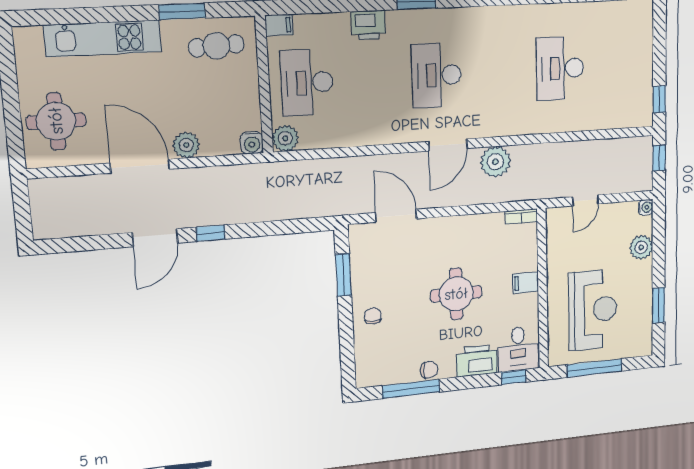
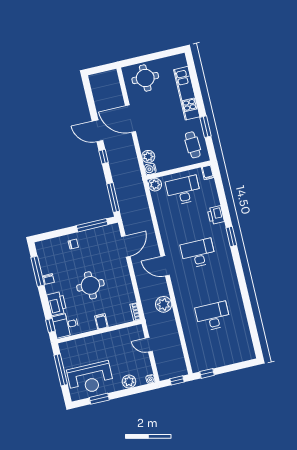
plant: (186, 145) -> (148, 157), moved
plant: (495, 162) -> (164, 304), moved
door: (140, 166) -> (131, 119), swing flipped
window: (297, 226) -> (113, 198), added
window: (343, 275) -> (92, 225), width x1.44
reception desk: (593, 310) -> (90, 378), moved

